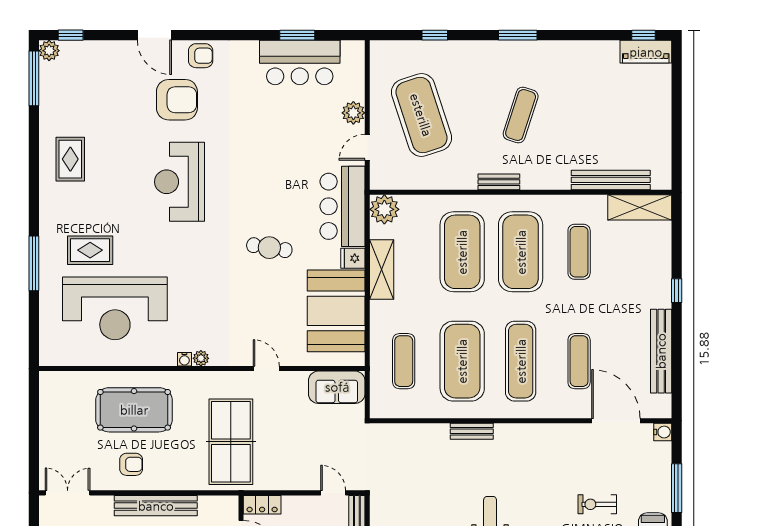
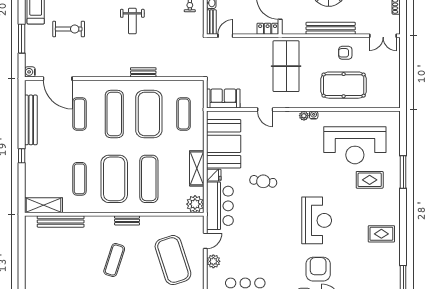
armchair: (177, 100) -> (318, 269), turned 90
rug: (70, 159) -> (381, 234), turned 90
exercise mat: (462, 252) -> (149, 179), width x0.68
reception desk: (115, 308) -> (355, 145), turned 180
door: (333, 493) -> (225, 36), swing flipped
exercise bike: (597, 504) -> (69, 29), width x1.38, depth x1.39

